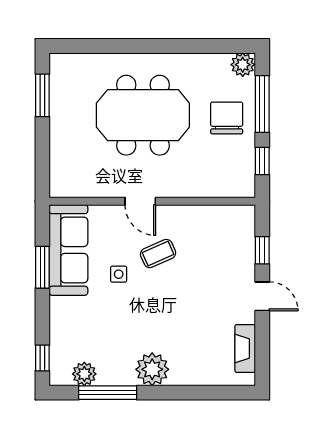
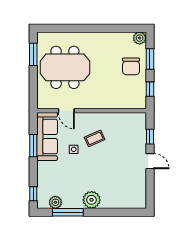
window: (262, 104) -> (150, 59), width x0.69
meeting table: (143, 115) -> (65, 67), moved
chair: (227, 118) -> (131, 66), turned 180
door: (140, 201) -> (66, 111), moved
fireplace: (245, 349) -> (141, 189), removed

